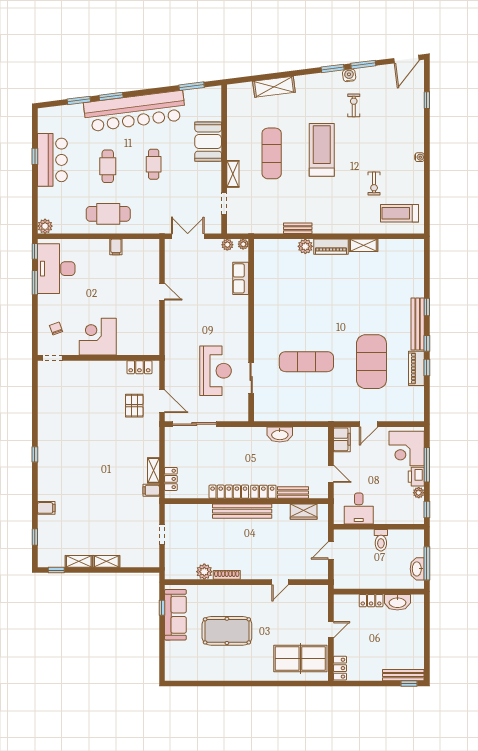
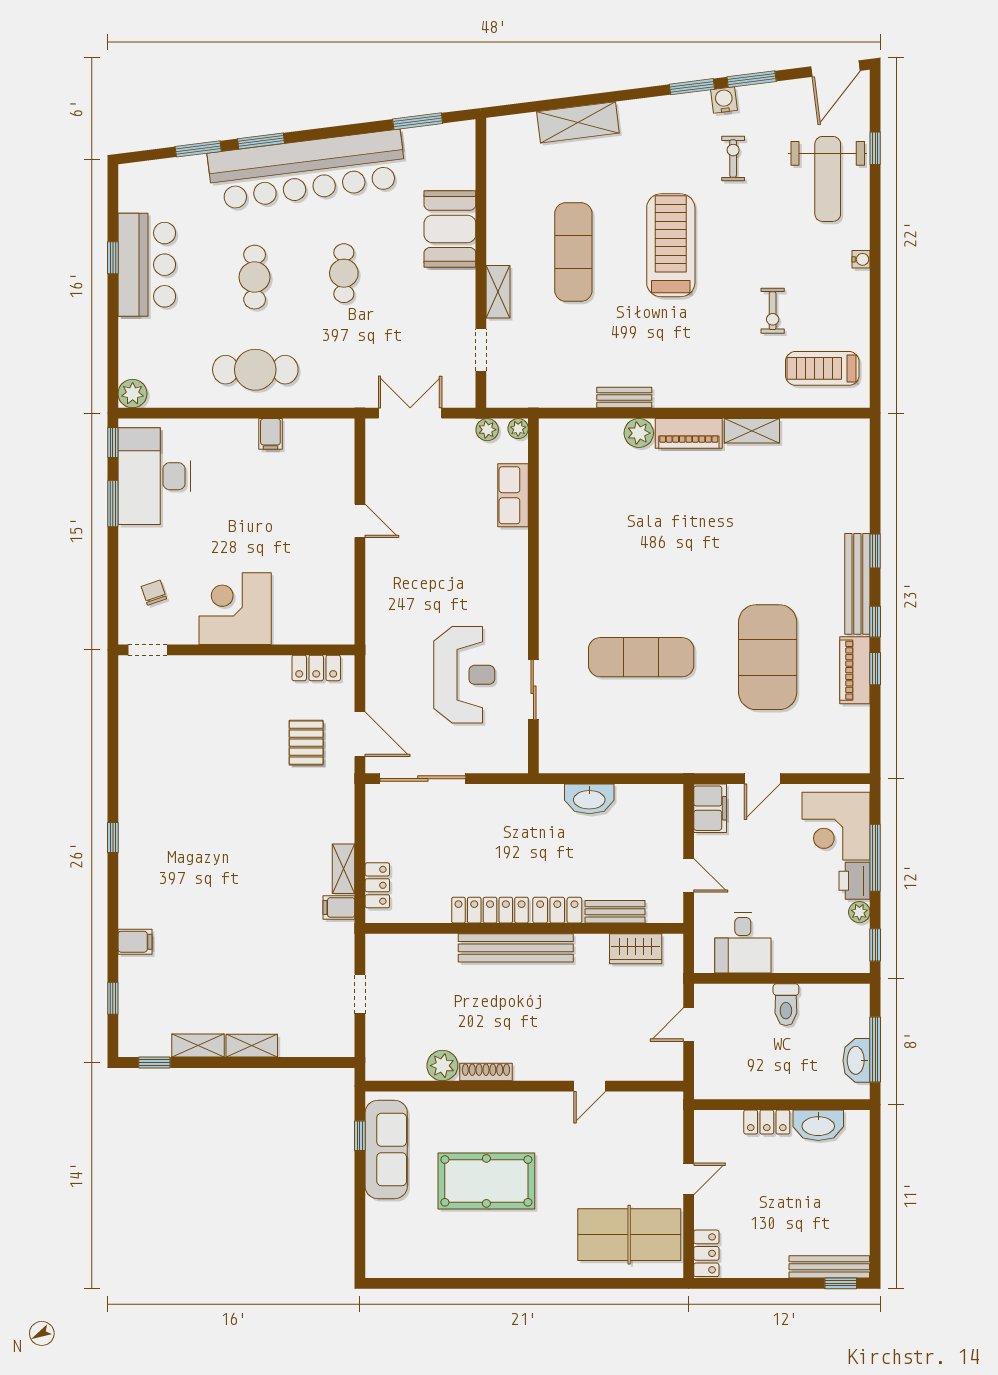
weight bench: (402, 116) -> (828, 179), added

